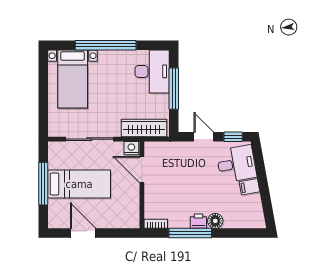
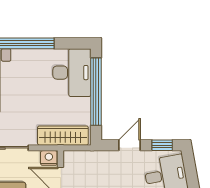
window: (174, 89) -> (96, 92), width x1.46
door: (204, 137) -> (129, 145), hinge flipped

